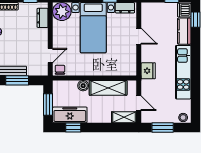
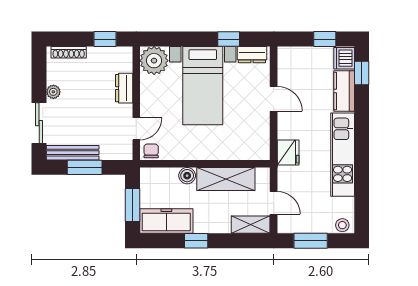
dresser: (43, 18) -> (124, 88), moved
window: (73, 128) -> (196, 241), moved

